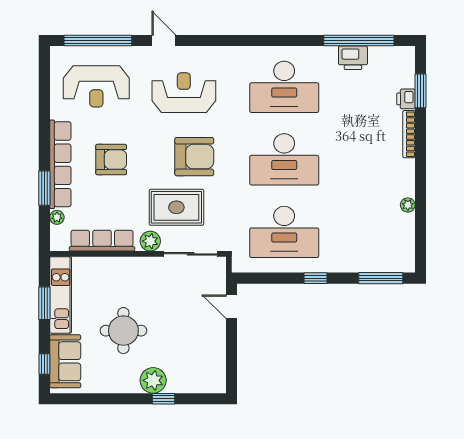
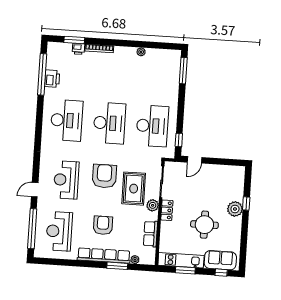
reception desk: (96, 86) -> (59, 231), turned 180
row of seats: (102, 241) -> (150, 234), width x0.68
locker: (144, 266) -> (167, 210), added
window: (316, 278) -> (179, 140), moved

